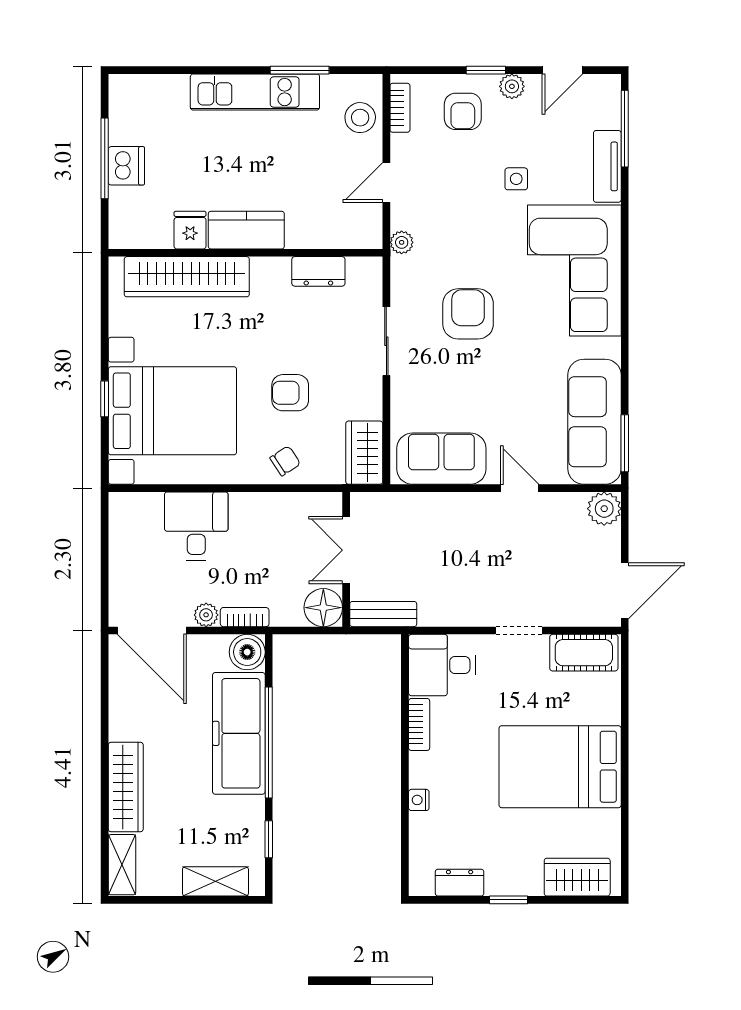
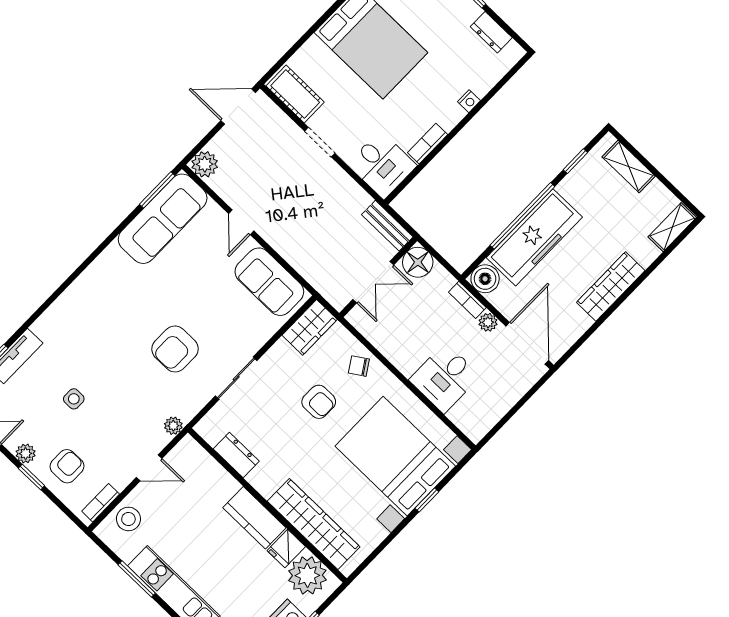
plant: (147, 224) -> (307, 575), added
corner sofa: (574, 271) -> (91, 315), removed
wardrobe: (126, 787) -> (611, 286), moved

